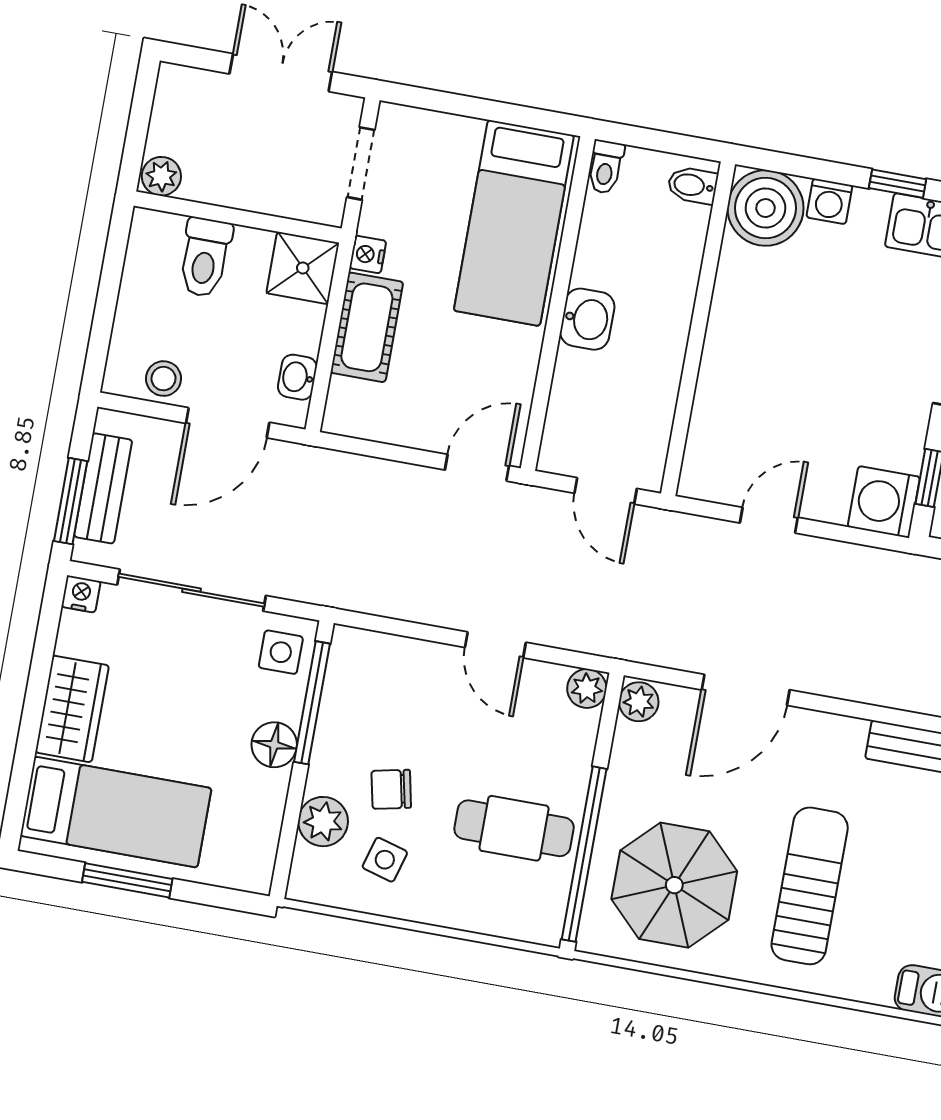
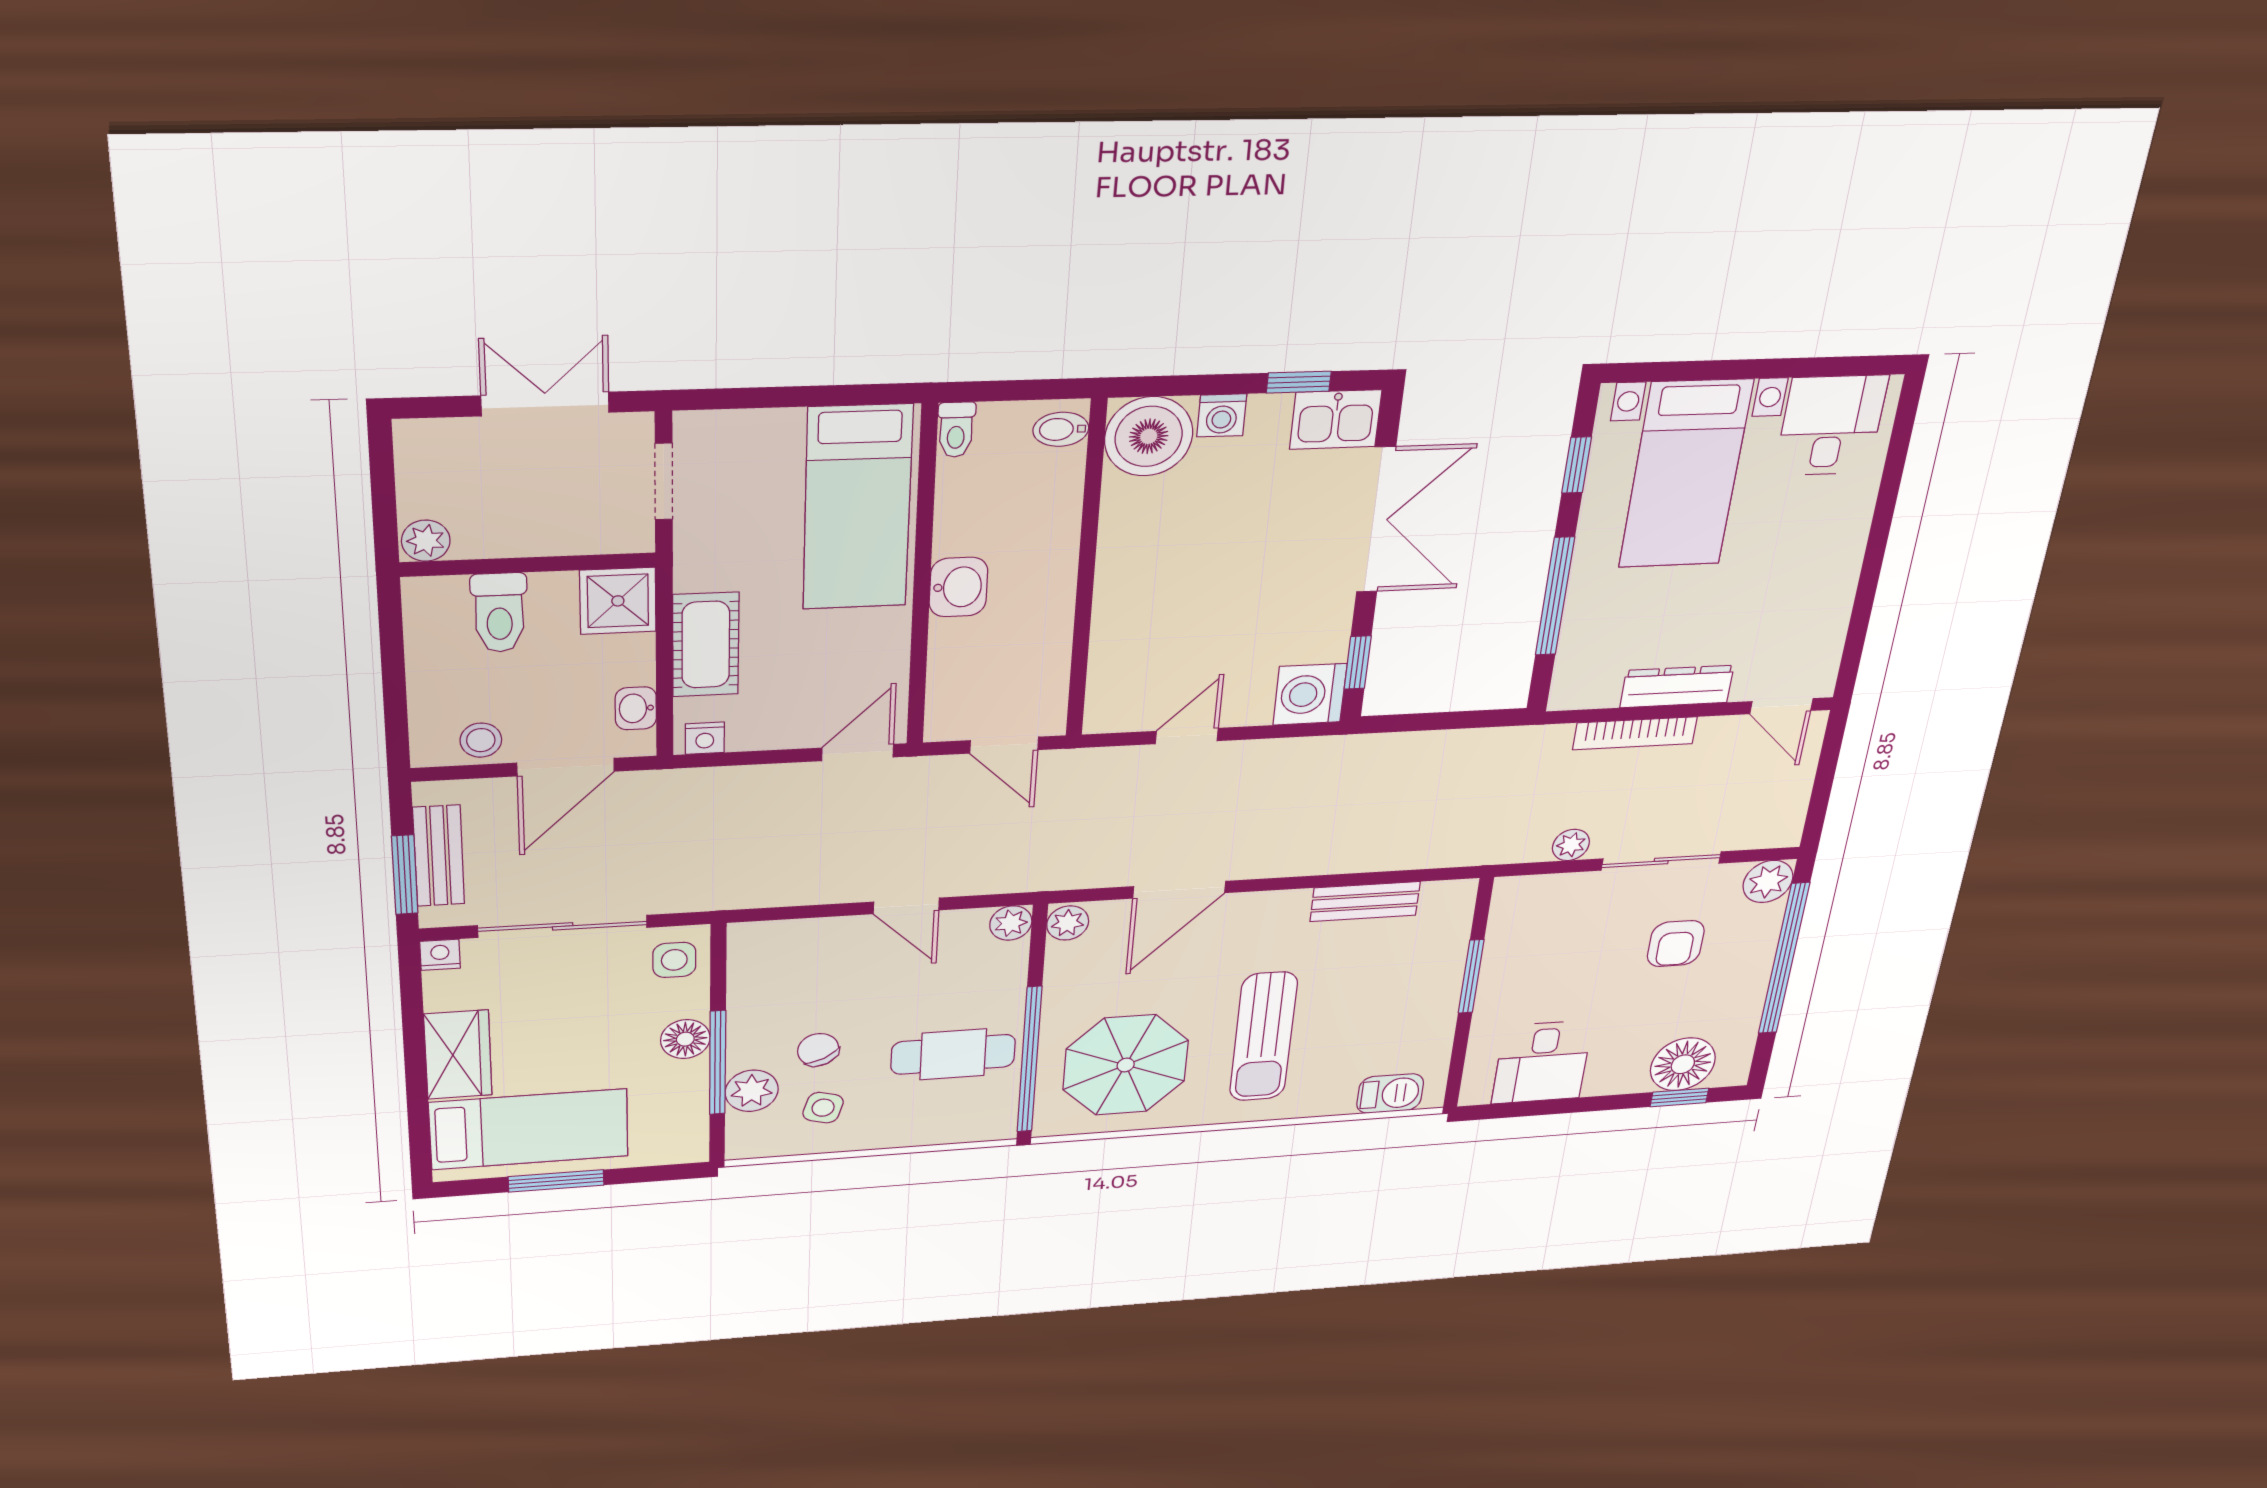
nightstand: (368, 254) -> (705, 738), moved, turned -90
window: (312, 703) -> (718, 1063), moved
chair: (391, 789) -> (818, 1050), turned 74
sun lounger: (810, 886) -> (1263, 1037), turned 180

